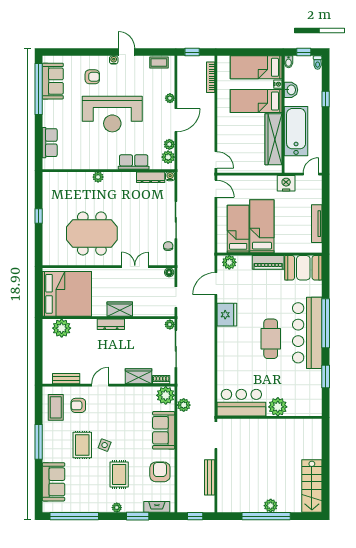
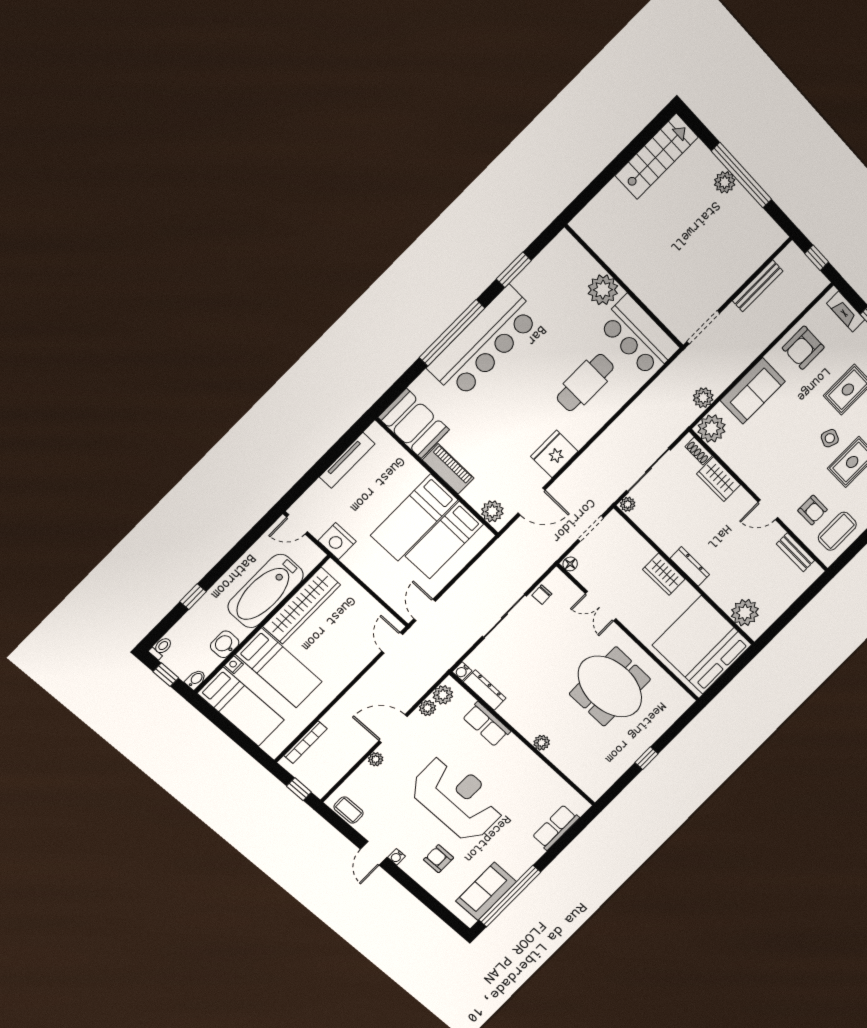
cafe table: (271, 339) -> (585, 383), moved

